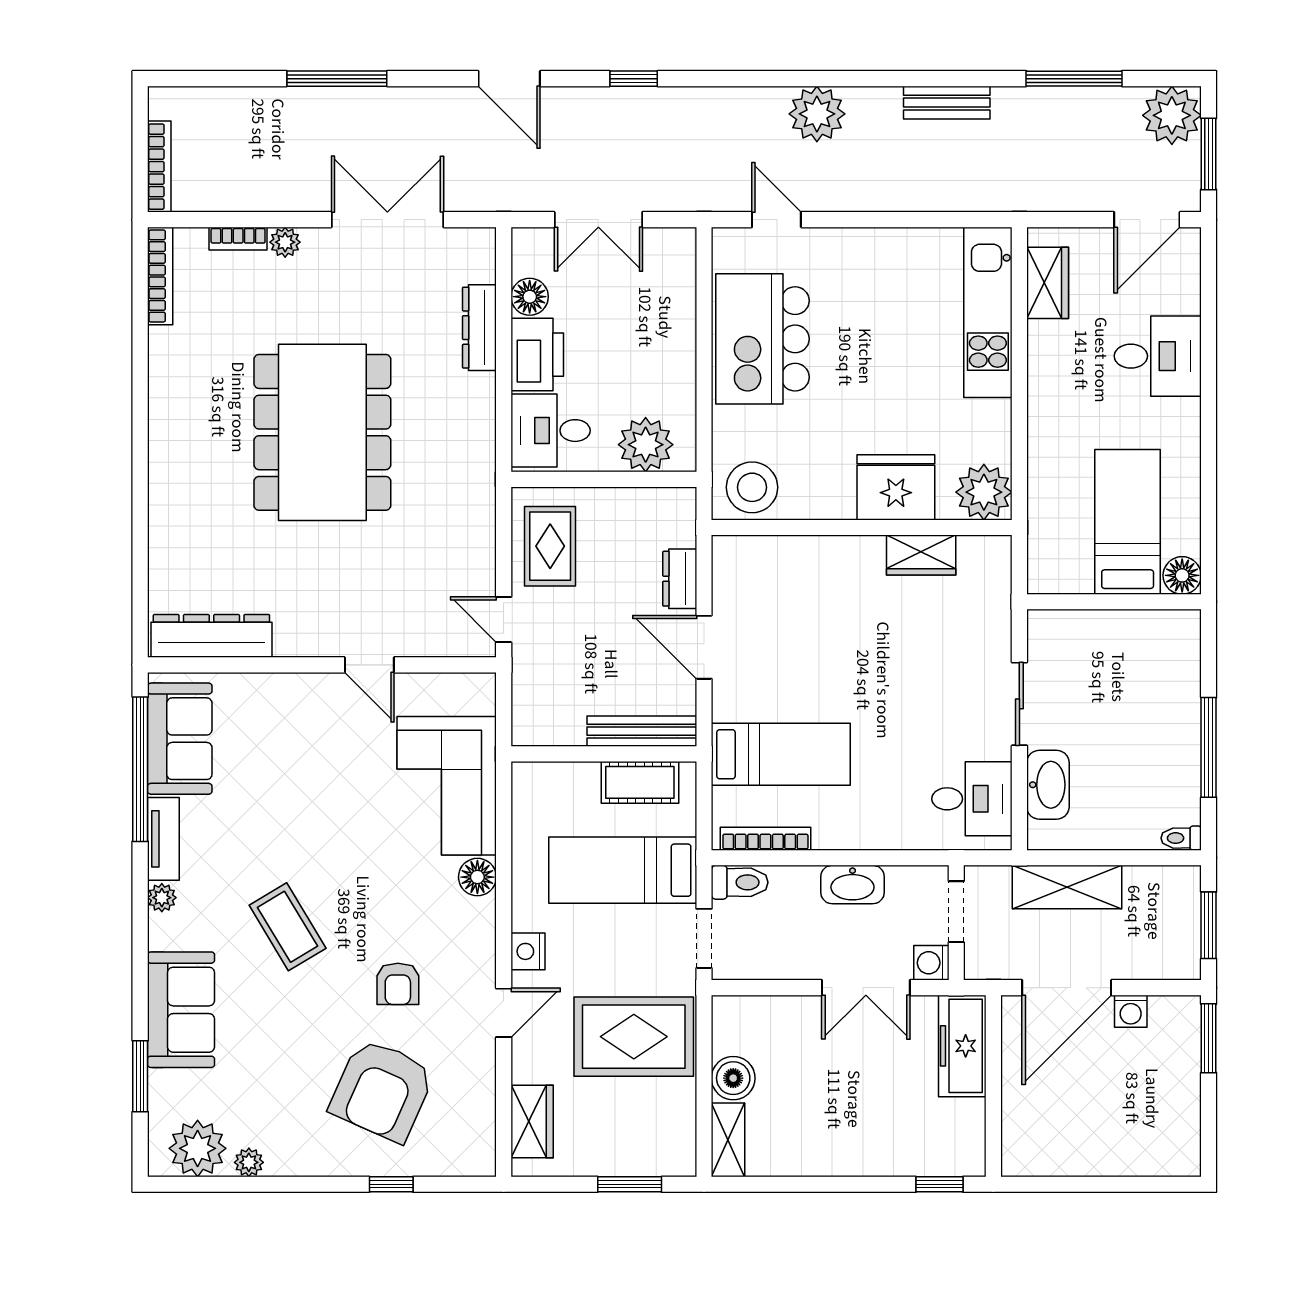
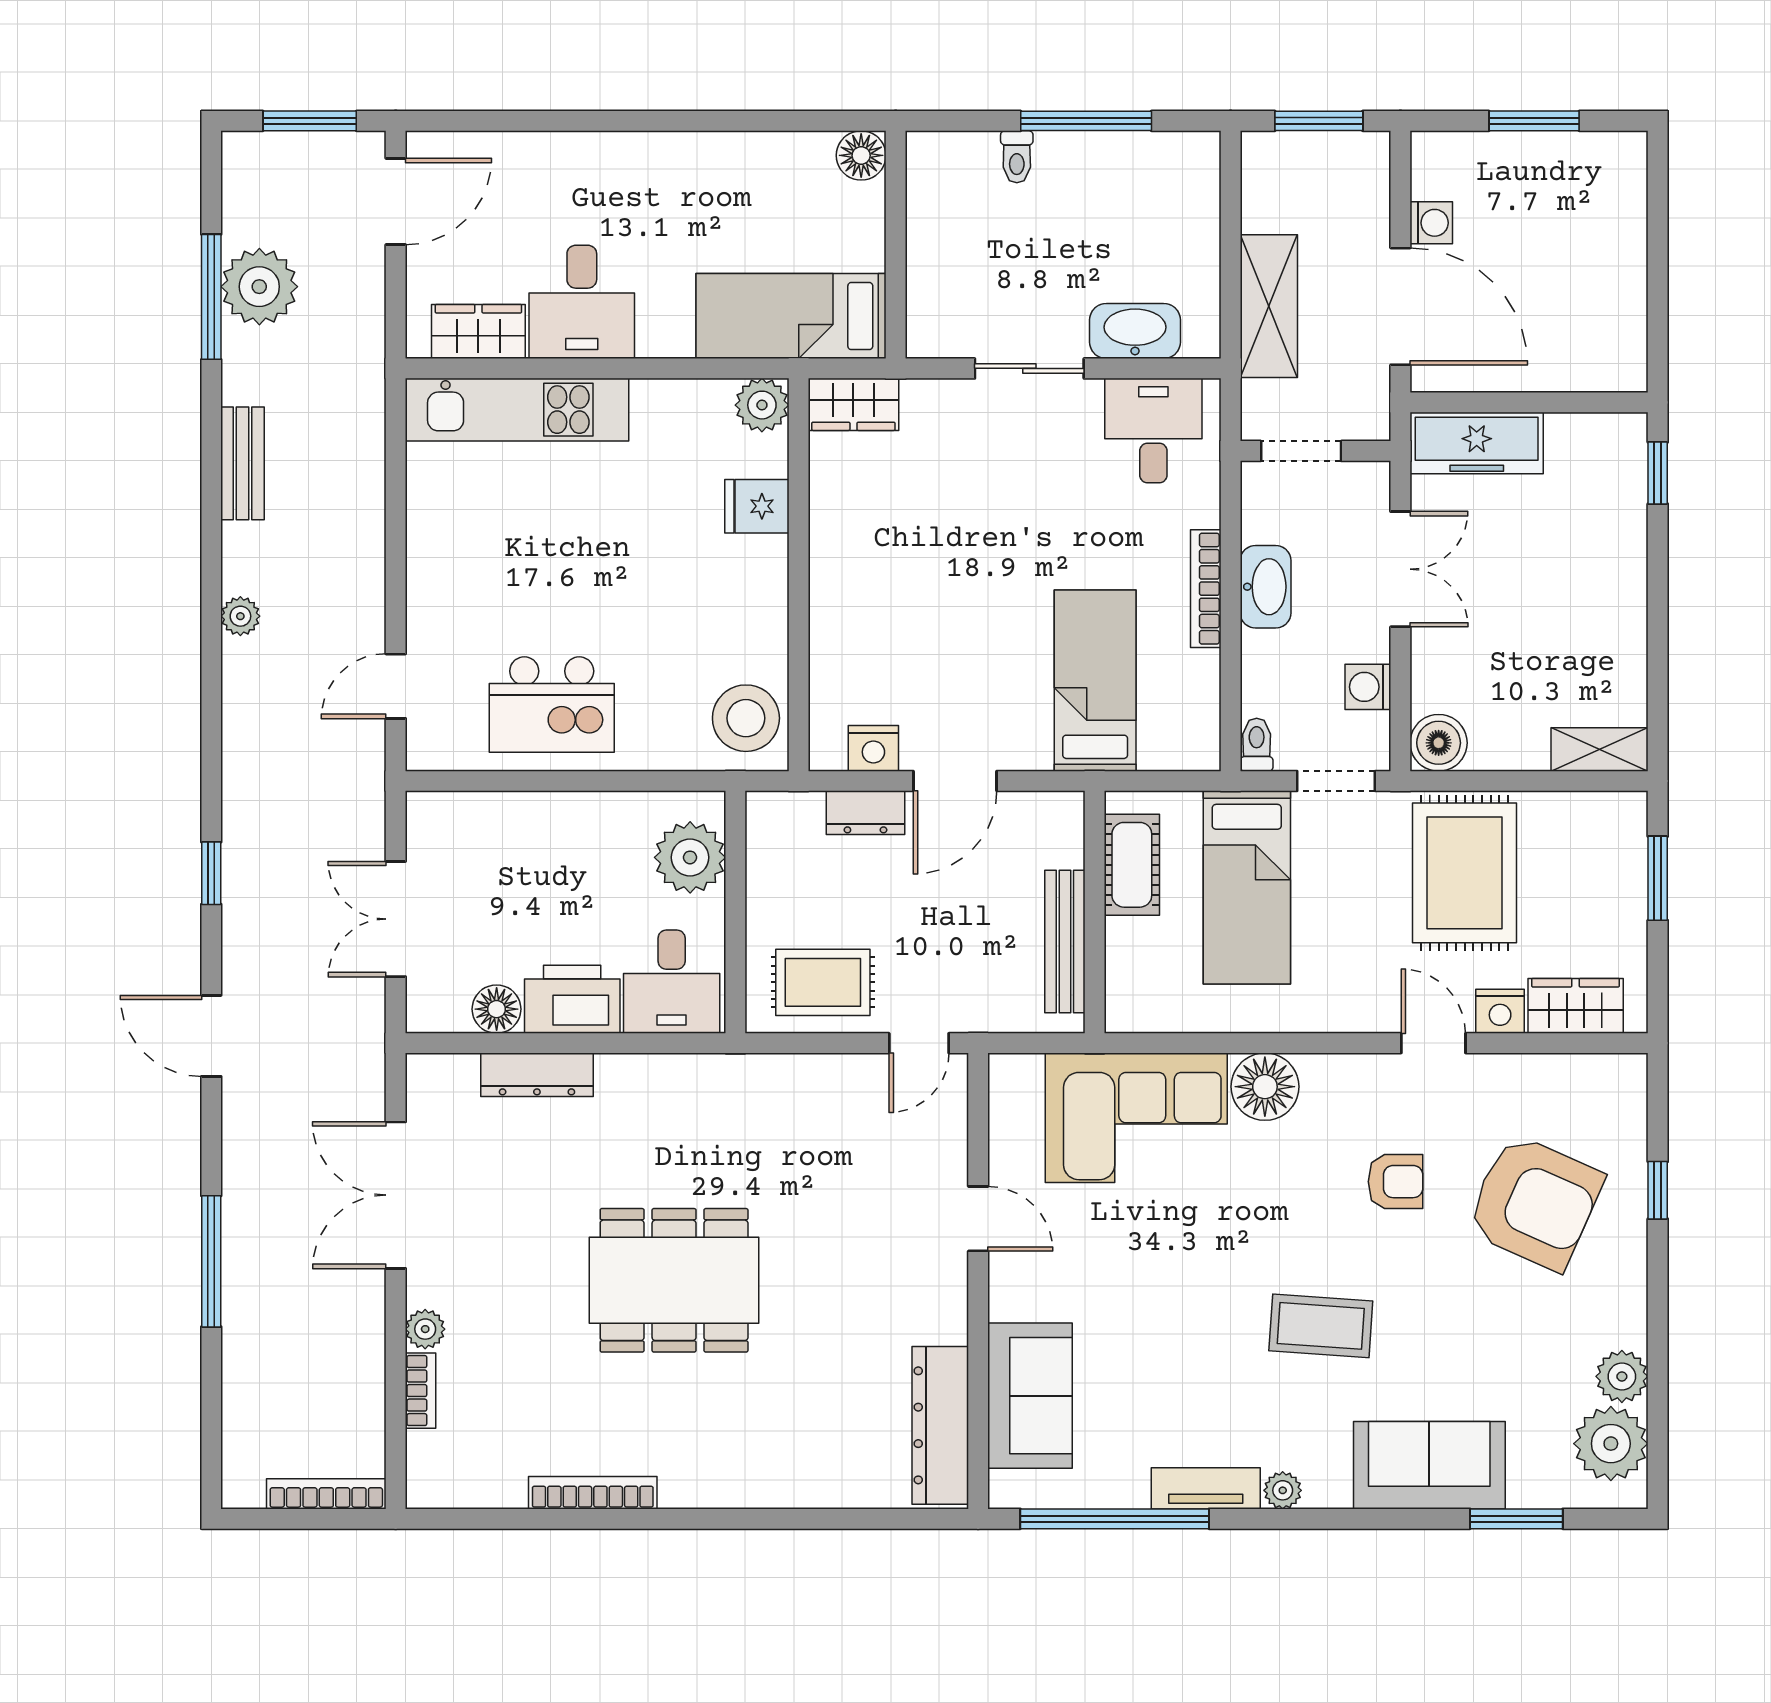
door: (509, 79) -> (211, 1036), swing flipped
plant: (817, 114) -> (240, 616), width x0.53, depth x0.53
plant: (1172, 115) -> (259, 287), moved
double door: (598, 220) -> (396, 919), swing flipped
door: (1147, 220) -> (396, 201), hinge flipped
bookcase: (160, 276) -> (593, 1493), moved
kitchen island: (762, 339) -> (552, 704), width x0.73, depth x0.78
desk: (1158, 356) -> (582, 302), moved, turned 180
dining table: (322, 432) -> (674, 1280), width x0.73, depth x0.80
fridge: (896, 487) -> (757, 506), width x0.53, depth x0.75
plant: (984, 492) -> (762, 405), width x0.73, depth x0.73
bed: (1128, 522) -> (791, 316), moved
wardrobe: (921, 555) -> (853, 404), moved, turned 90
nightstand: (729, 585) -> (873, 748), added
door: (369, 665) -> (978, 1219), hinge flipped
bench: (642, 731) -> (1065, 942), moved
sofa: (180, 739) -> (1030, 1396), moved, turned 90
toilet: (1181, 838) -> (1017, 157), moved
bookcase: (765, 839) -> (1206, 589), moved
floor lamp: (477, 877) -> (1265, 1087), width x1.38, depth x1.38
toilet: (740, 882) -> (1257, 745), width x0.73, depth x0.72
coffee table: (288, 927) -> (1321, 1326), turned 35
nightstand: (528, 951) -> (1500, 1011), moved
washing machine: (931, 963) -> (1368, 687), moved, turned 90
window: (1209, 1038) -> (1534, 121), moved
boiler: (733, 1078) -> (1439, 743), moved
plant: (249, 1162) -> (1622, 1376), width x1.38, depth x1.38

